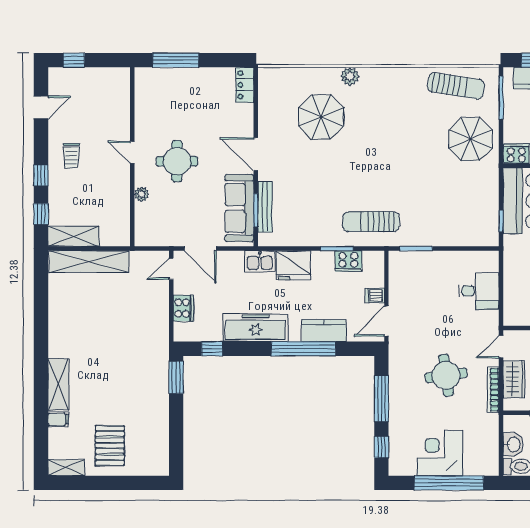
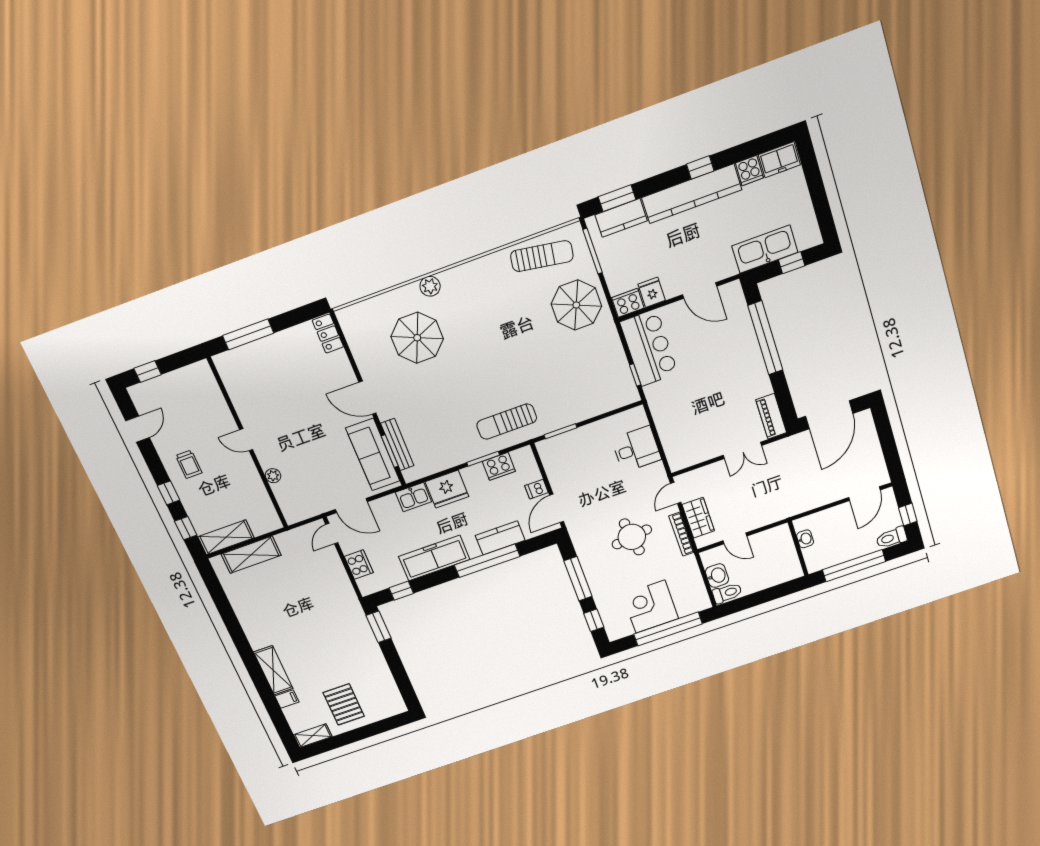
round table: (177, 161) -> (293, 432), removed
shelving: (89, 262) -> (251, 555), width x0.68

